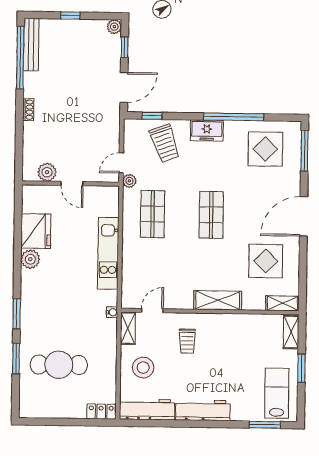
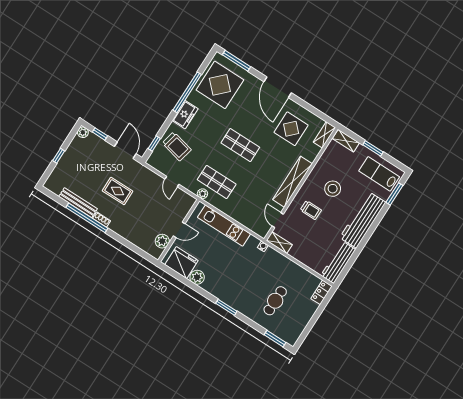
bench: (31, 45) -> (78, 203), moved
window: (20, 58) -> (87, 218), moved
rug: (72, 108) -> (118, 191), added
trolley: (165, 143) -> (177, 146), turned 33
display table: (265, 149) -> (220, 85), width x1.36, depth x1.36
plant: (47, 172) -> (162, 241), moved
plant: (129, 181) -> (202, 194), moved
wall: (71, 183) -> (179, 231), moved
door: (72, 184) -> (179, 230), moved
shelving: (218, 300) -> (293, 182), width x1.47
window: (16, 359) -> (275, 339), moved
cafe table: (59, 365) -> (275, 301), width x0.73, depth x0.74
stool: (143, 368) -> (333, 189), moved
workbench: (203, 410) -> (363, 220), width x1.36, depth x1.32

